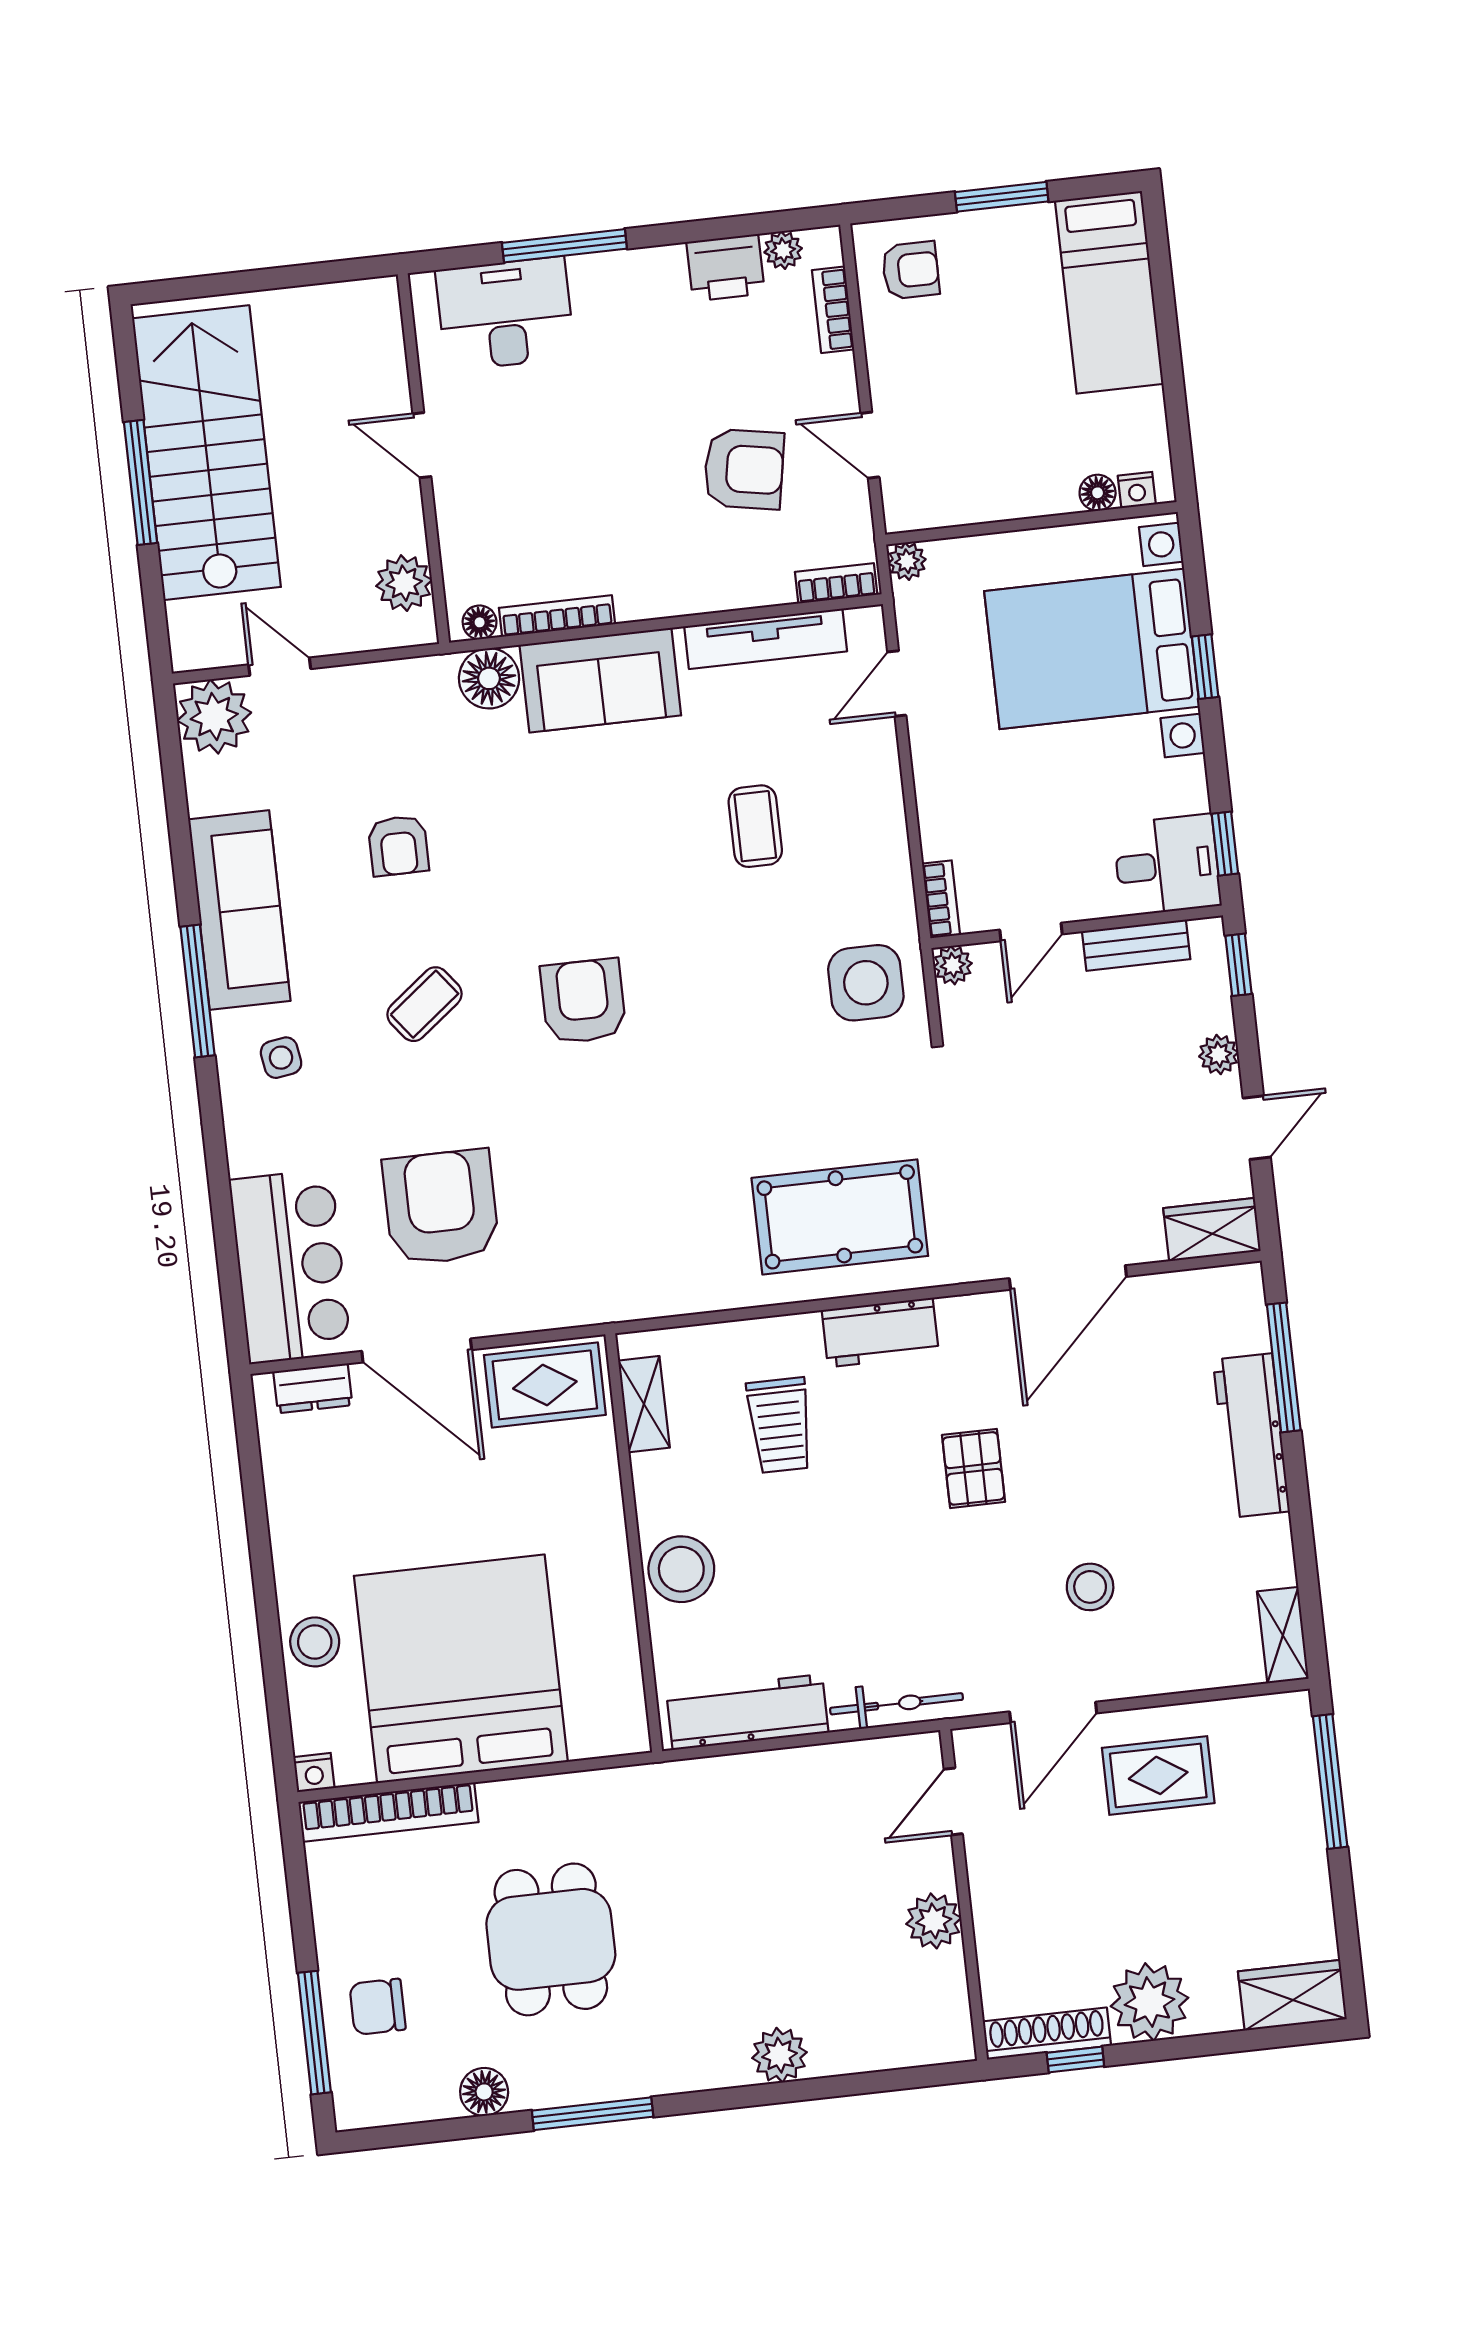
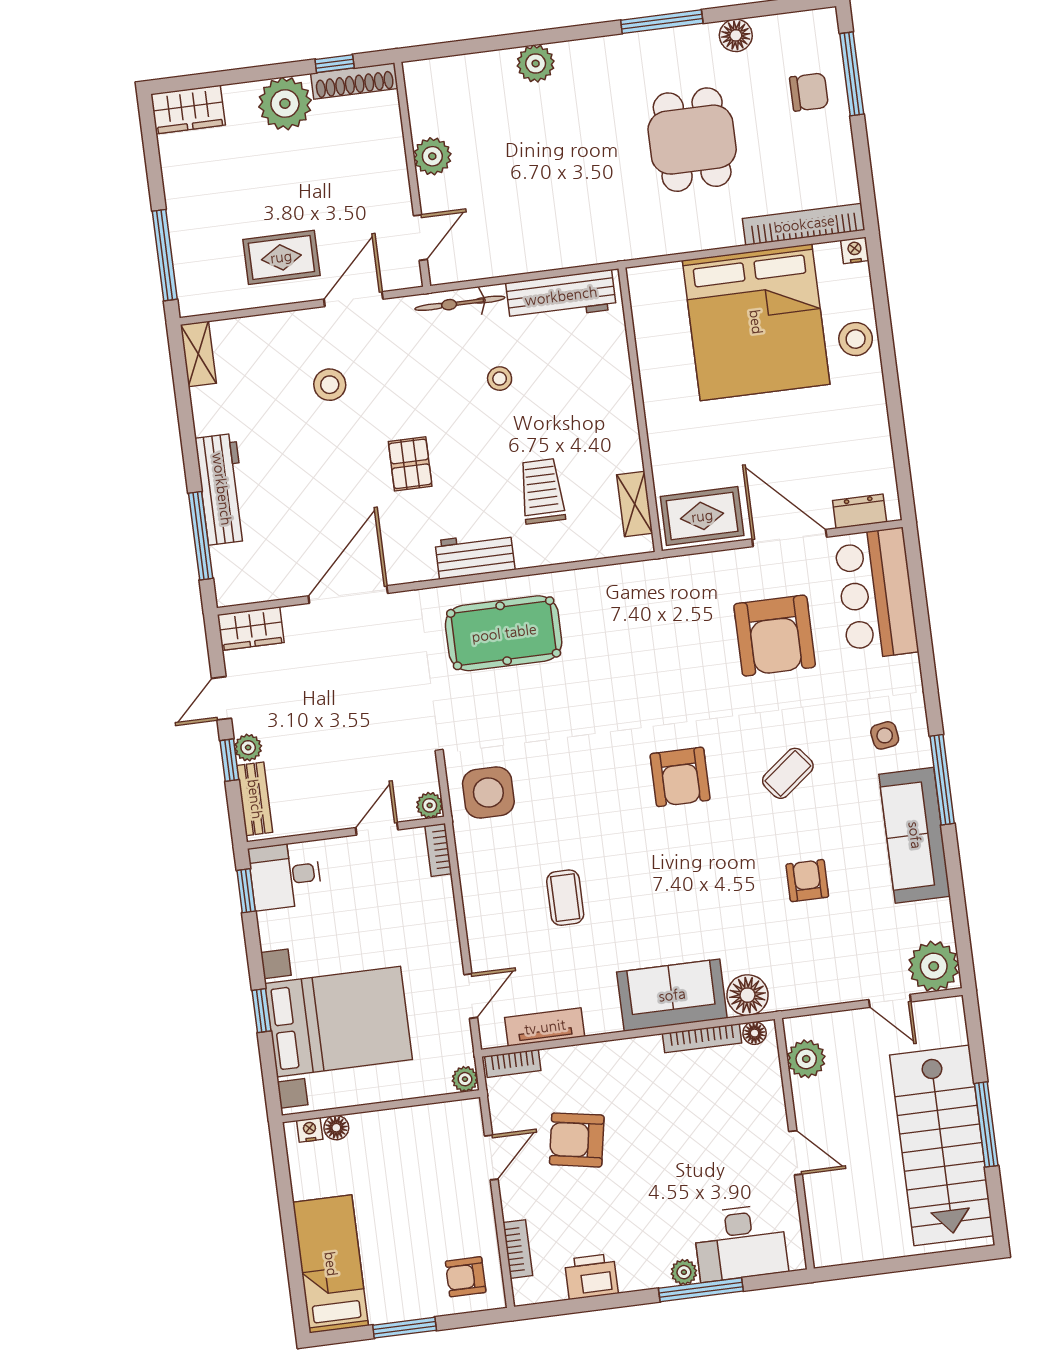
plant: (783, 250) -> (684, 1272), moved
door: (870, 445) -> (491, 1158), hinge flipped
tv unit: (766, 639) -> (545, 1027), width x0.71
bench: (1136, 945) -> (255, 799), moved, turned 90
window: (1238, 965) -> (229, 760), moved
stool: (681, 1569) -> (500, 379), moved, width x0.53, depth x0.53

